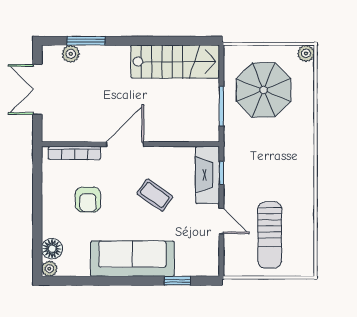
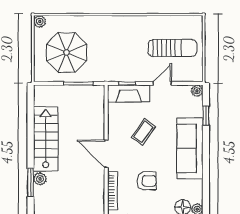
plant: (71, 54) -> (40, 179), moved
stairs: (175, 62) -> (46, 139), moved
plant: (211, 268) -> (197, 91), added

